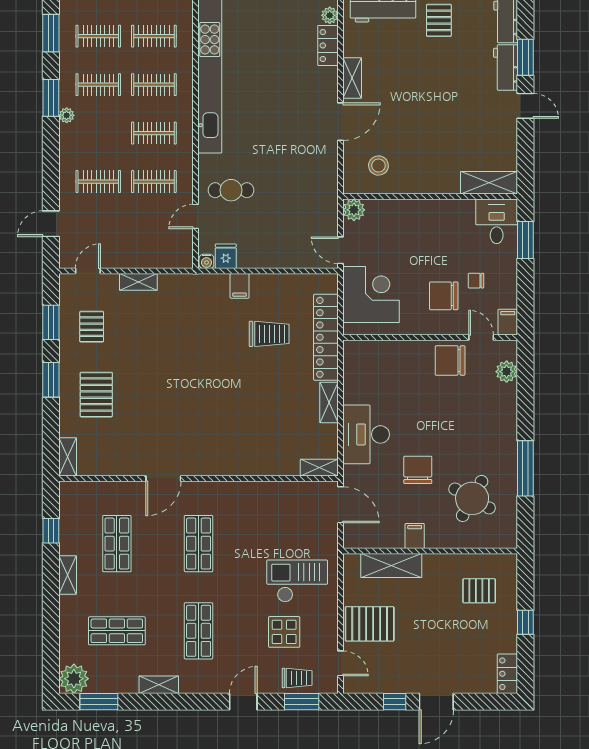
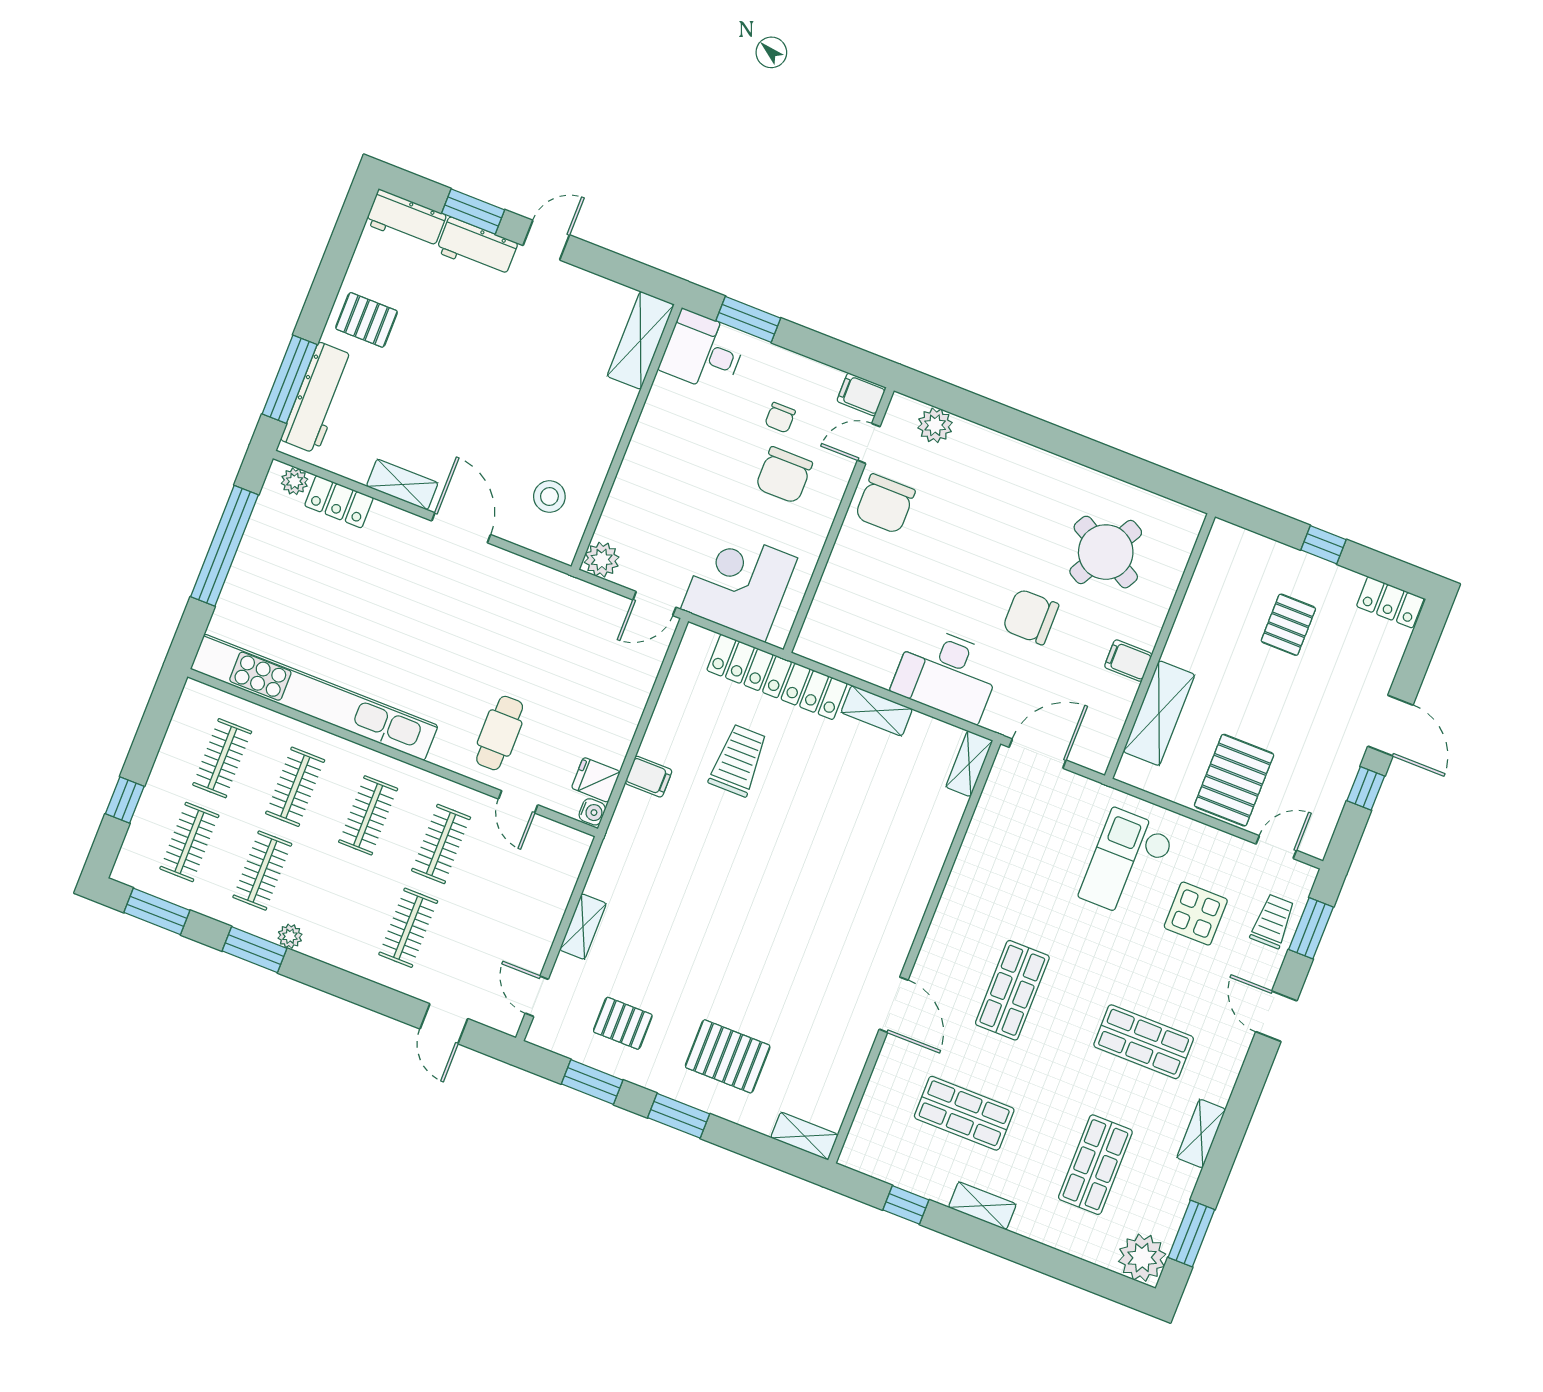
window: (525, 468) -> (1092, 454), removed
shop shelf: (199, 544) -> (1012, 990), turned 90
pallet: (479, 591) -> (1288, 625), moved

